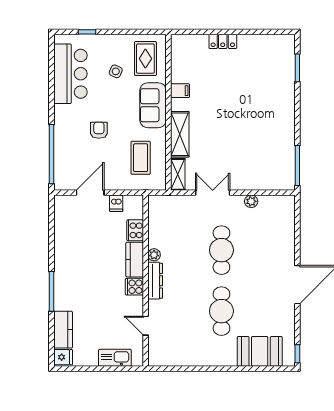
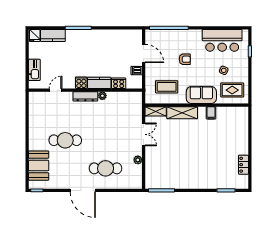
locker: (223, 41) -> (244, 165), moved
cafe table: (221, 250) -> (106, 168), moved

